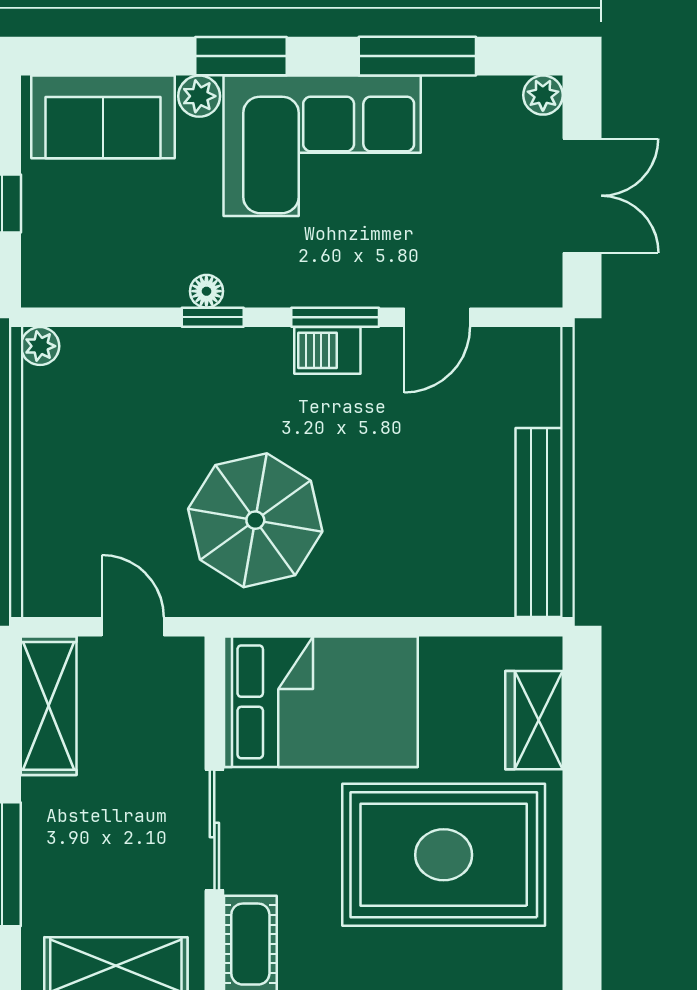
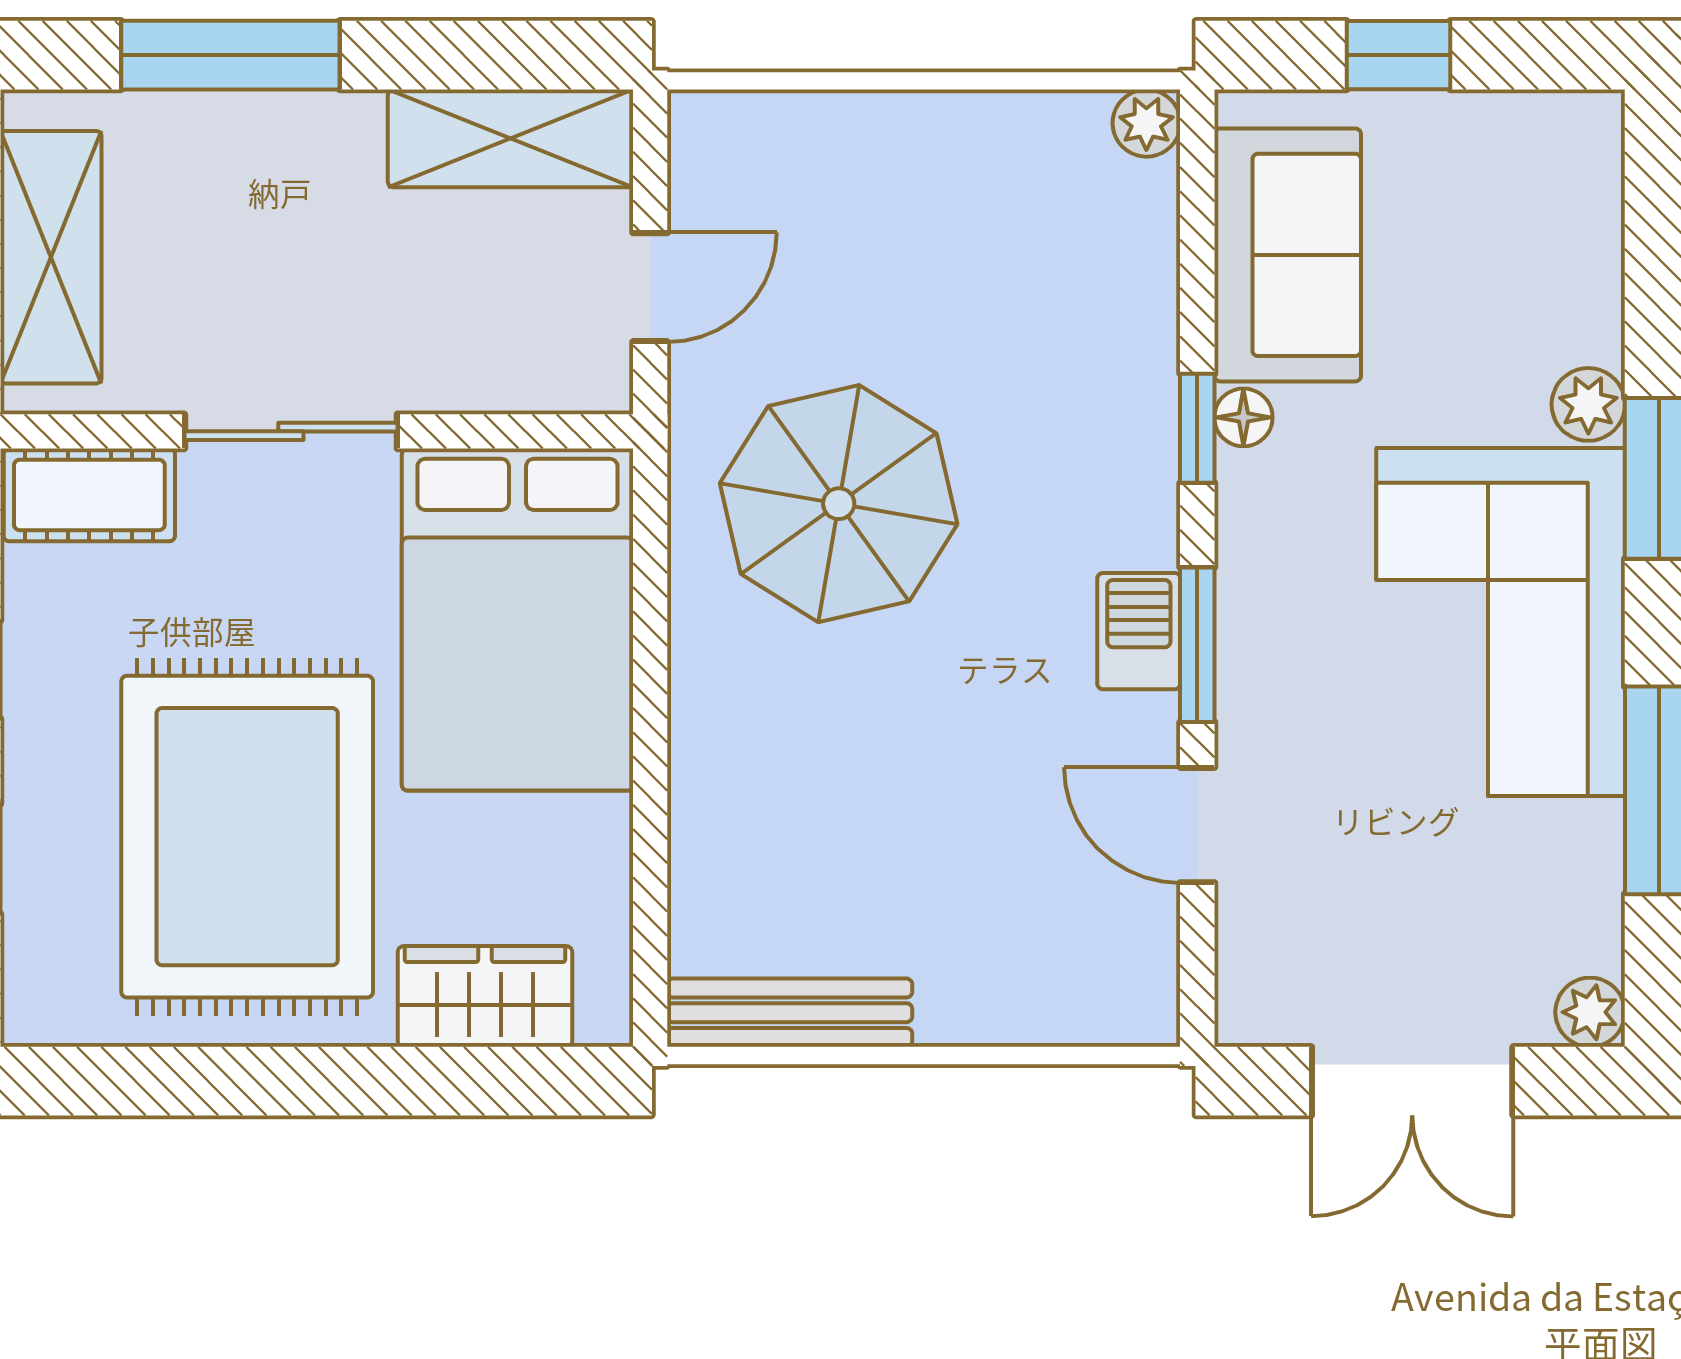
sofa: (103, 117) -> (1288, 255), moved, turned 180
bench: (539, 522) -> (790, 1013), width x0.73, depth x0.82

